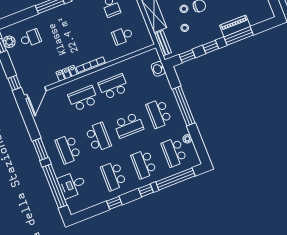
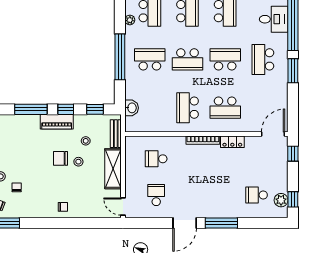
piano: (235, 26) -> (57, 122), moved
school desk: (122, 36) -> (156, 159), turned 180
school desk: (113, 87) -> (187, 108), turned 90
school desk: (159, 113) -> (150, 59), turned -90
school desk: (129, 125) -> (187, 59), turned 180
school desk: (98, 137) -> (225, 59), turned 90
school desk: (68, 149) -> (263, 59), turned 180

